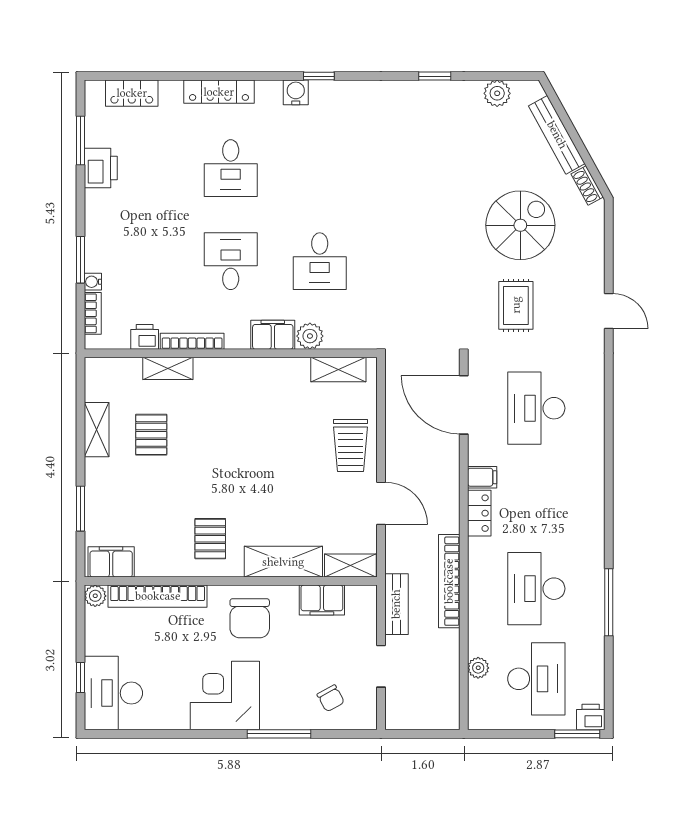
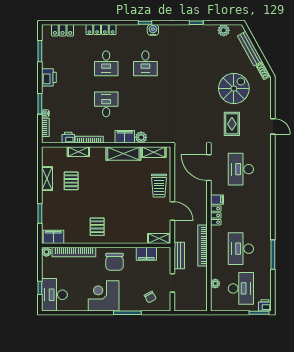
water cooler: (296, 92) -> (153, 30), moved
printer: (101, 168) -> (49, 77), moved
desk: (320, 261) -> (145, 63), moved
shelving: (283, 562) -> (123, 153), moved

